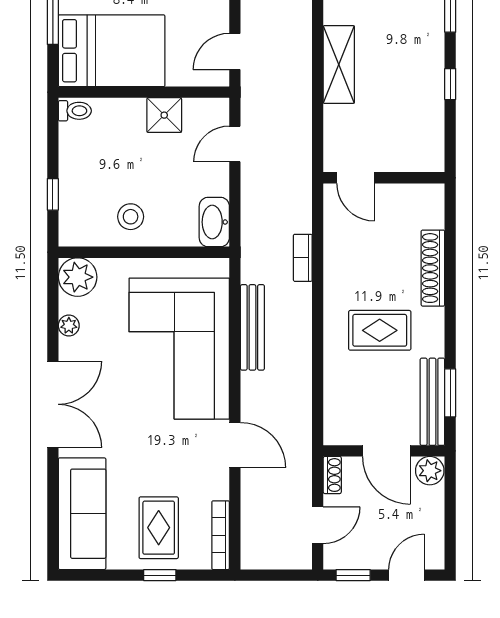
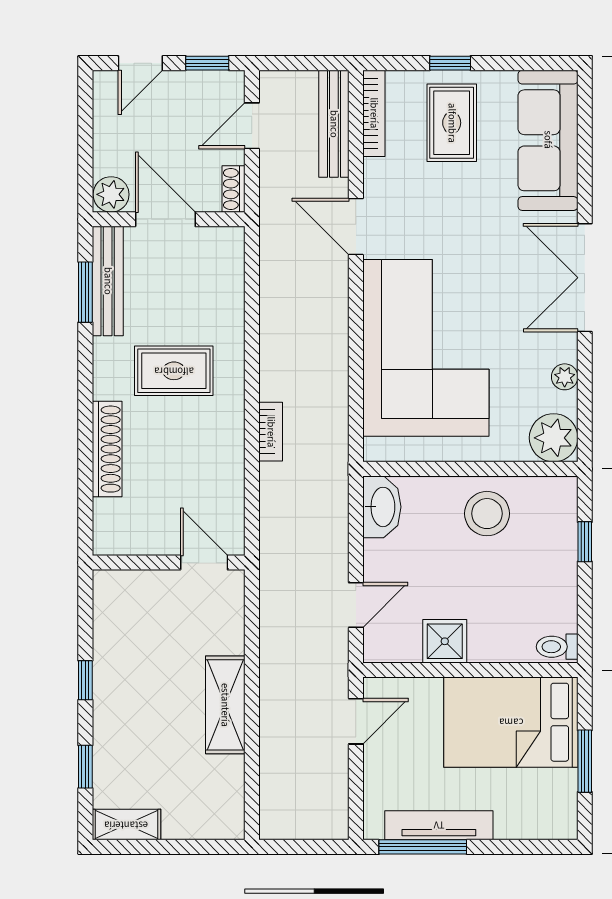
stool: (131, 217) -> (487, 514), width x1.38, depth x1.38
bookcase: (303, 258) -> (271, 432), moved
bench: (252, 327) -> (334, 124), moved

